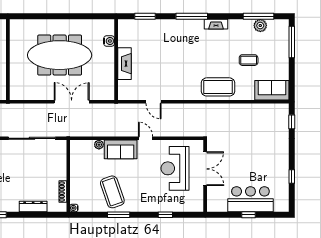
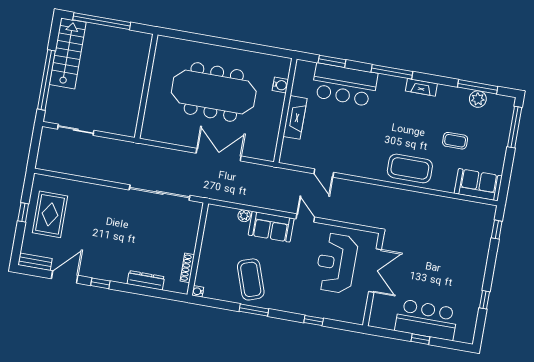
bar counter: (158, 32) -> (344, 85), added

